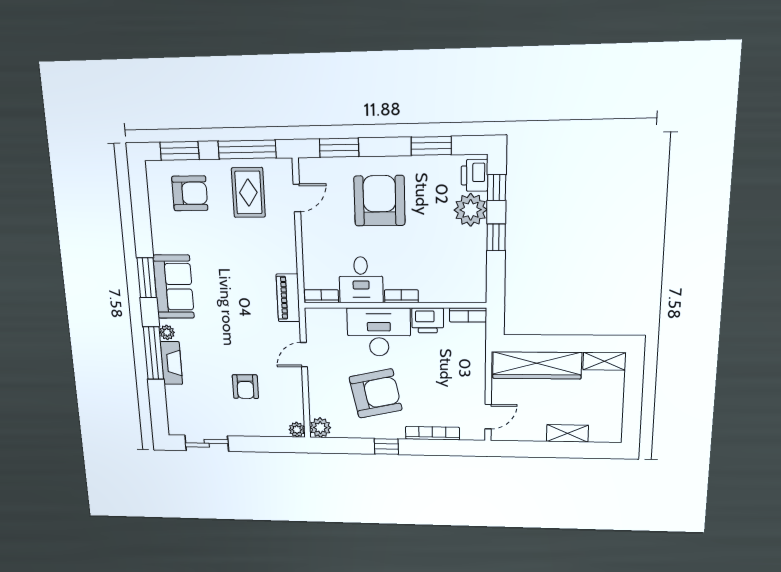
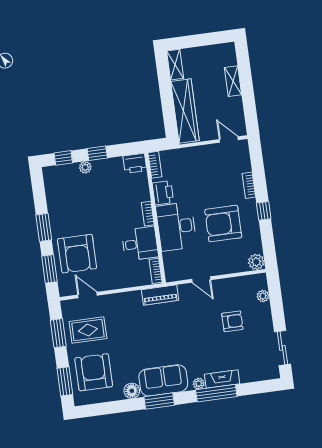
window: (431, 146) -> (44, 227), moved
window: (247, 150) -> (58, 333), width x0.69
printer: (475, 175) -> (135, 163), moved
armchair: (190, 193) -> (94, 372), width x1.36, depth x1.36
armchair: (379, 201) -> (77, 254), moved, turned -90
plant: (471, 210) -> (85, 167), width x0.53, depth x0.53
floor lamp: (162, 243) -> (132, 391), added
armchair: (376, 393) -> (223, 224), turned -78
plant: (297, 430) -> (263, 296), moved
bookcase: (432, 433) -> (249, 185), width x0.64

